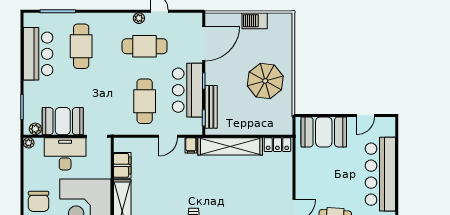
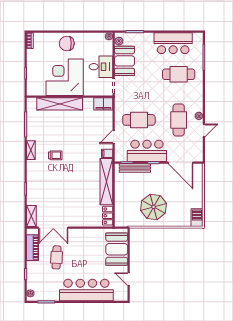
barbecue: (255, 21) -> (197, 218), moved
door: (168, 136) -> (114, 137), hinge flipped
desk: (65, 154) -> (101, 67), width x0.73
filing cabinet: (122, 165) -> (103, 104), moved

